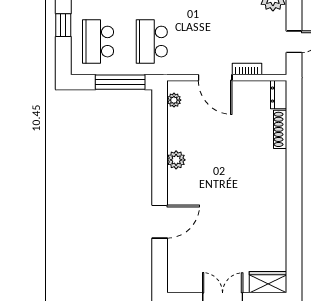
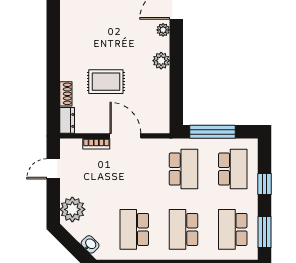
plant: (174, 100) -> (163, 30), moved
shoe rack: (280, 129) -> (66, 94), width x0.70
rug: (236, 137) -> (106, 82), added

